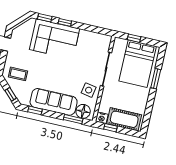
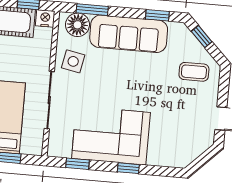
window: (45, 18) -> (78, 164), moved
corner sofa: (55, 39) -> (111, 135), moved

